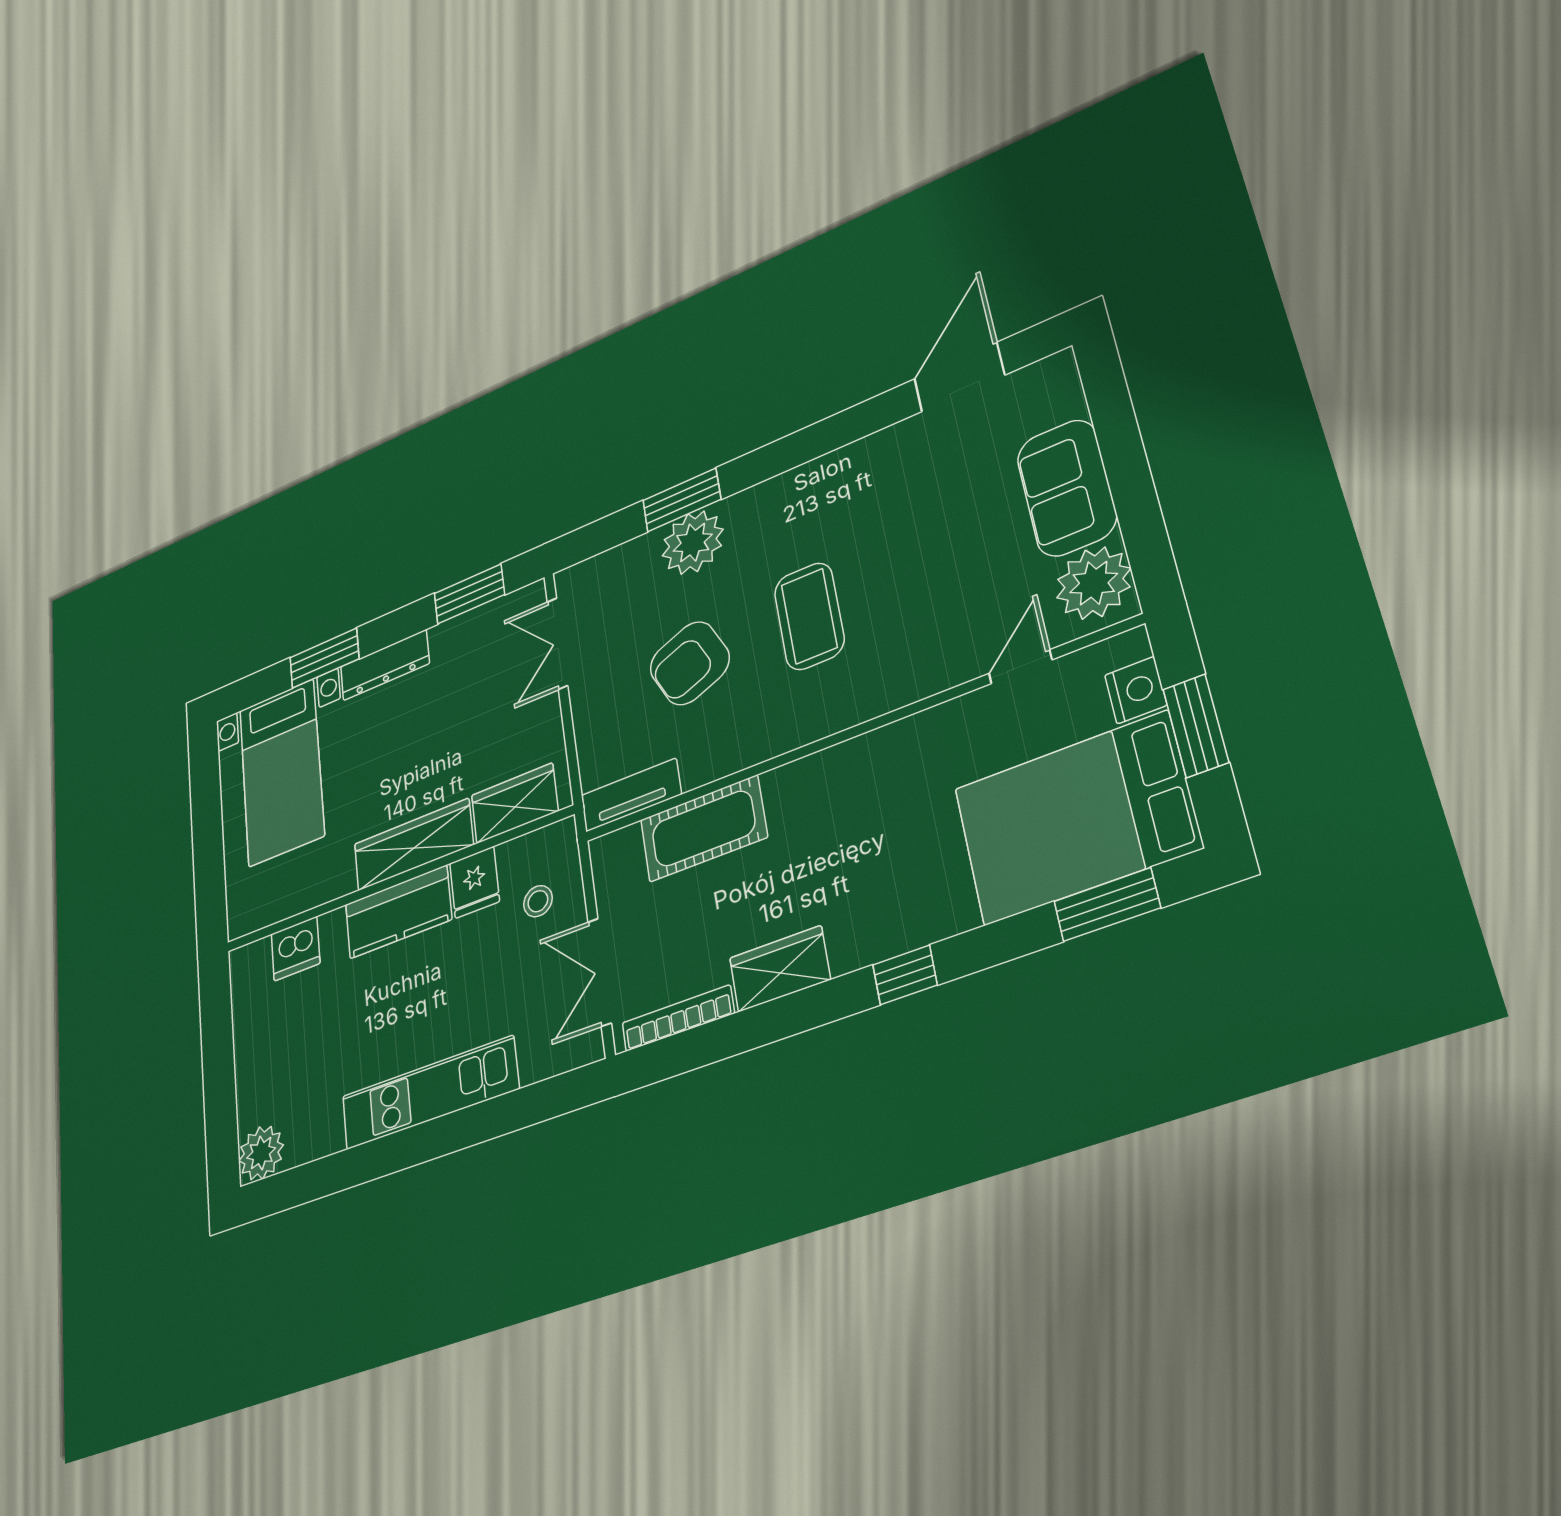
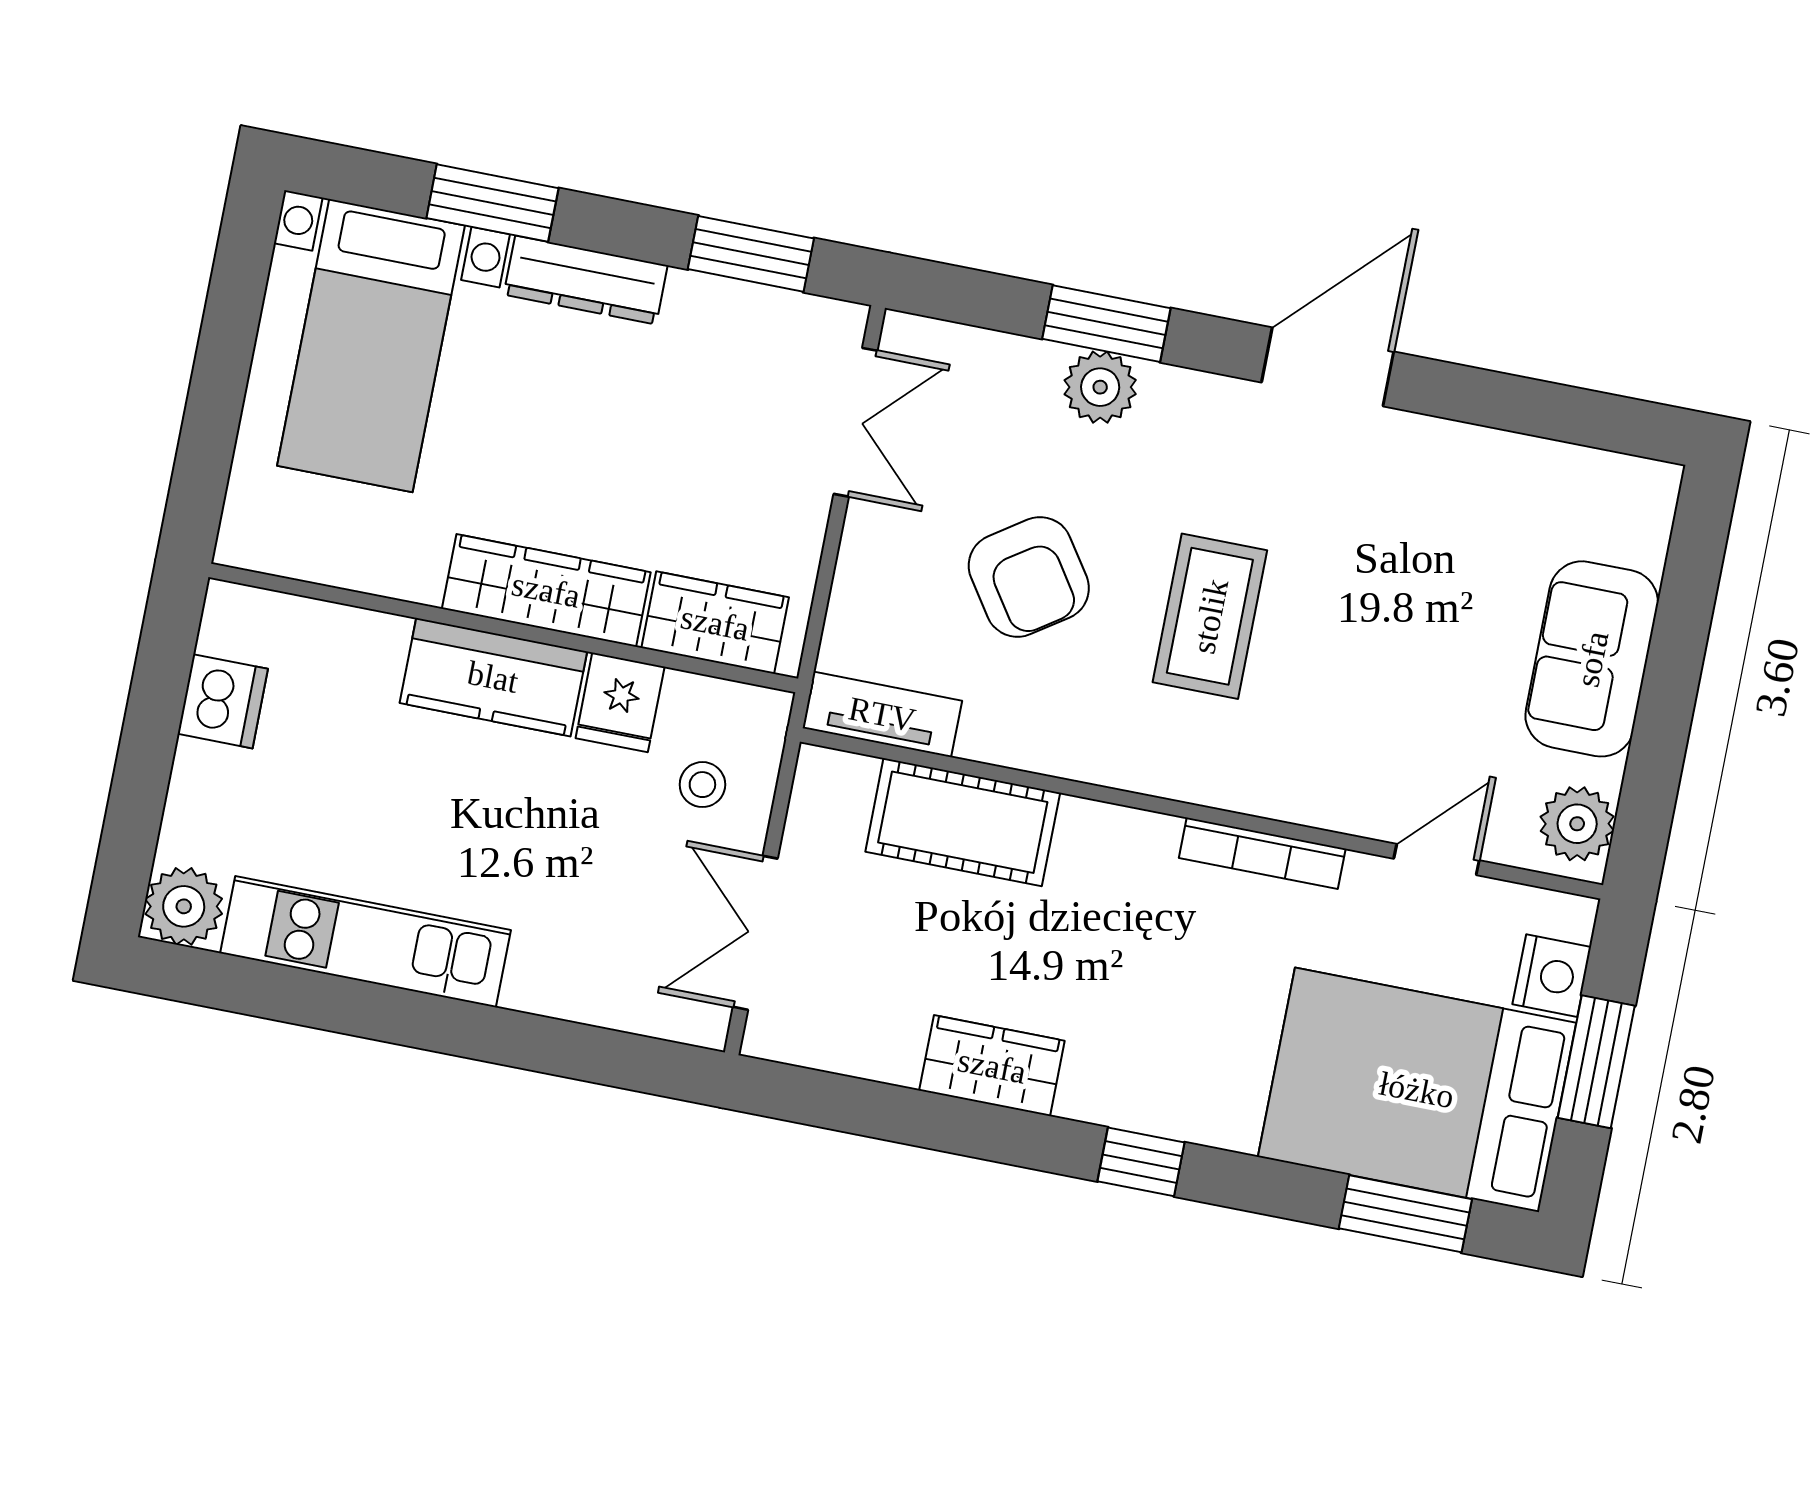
door: (959, 377) -> (1328, 367), moved
plant: (693, 543) -> (1100, 387), width x0.73, depth x0.73
plant: (1094, 583) -> (1577, 824), width x0.73, depth x0.73
double door: (557, 643) -> (855, 422), swing flipped
armchair: (690, 663) -> (1029, 577), turned -101
dishwasher: (295, 949) -> (223, 701), moved, turned -90
bookcase: (678, 1018) -> (1262, 853), moved, turned 180
kitchen unit: (430, 1093) -> (365, 942), moved

